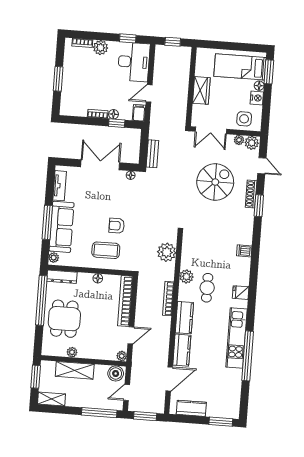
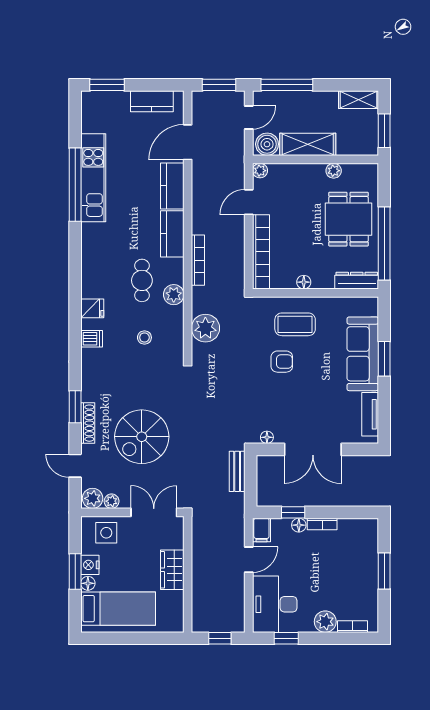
window: (269, 72) -> (75, 571), moved
window: (47, 222) -> (384, 359), width x0.69
stool: (208, 249) -> (144, 338), added
plant: (54, 258) -> (371, 308), removed
fridge: (241, 293) -> (92, 308), moved
kitchen unit: (237, 338) -> (93, 178), moved
shelving: (75, 370) -> (308, 144), moved

